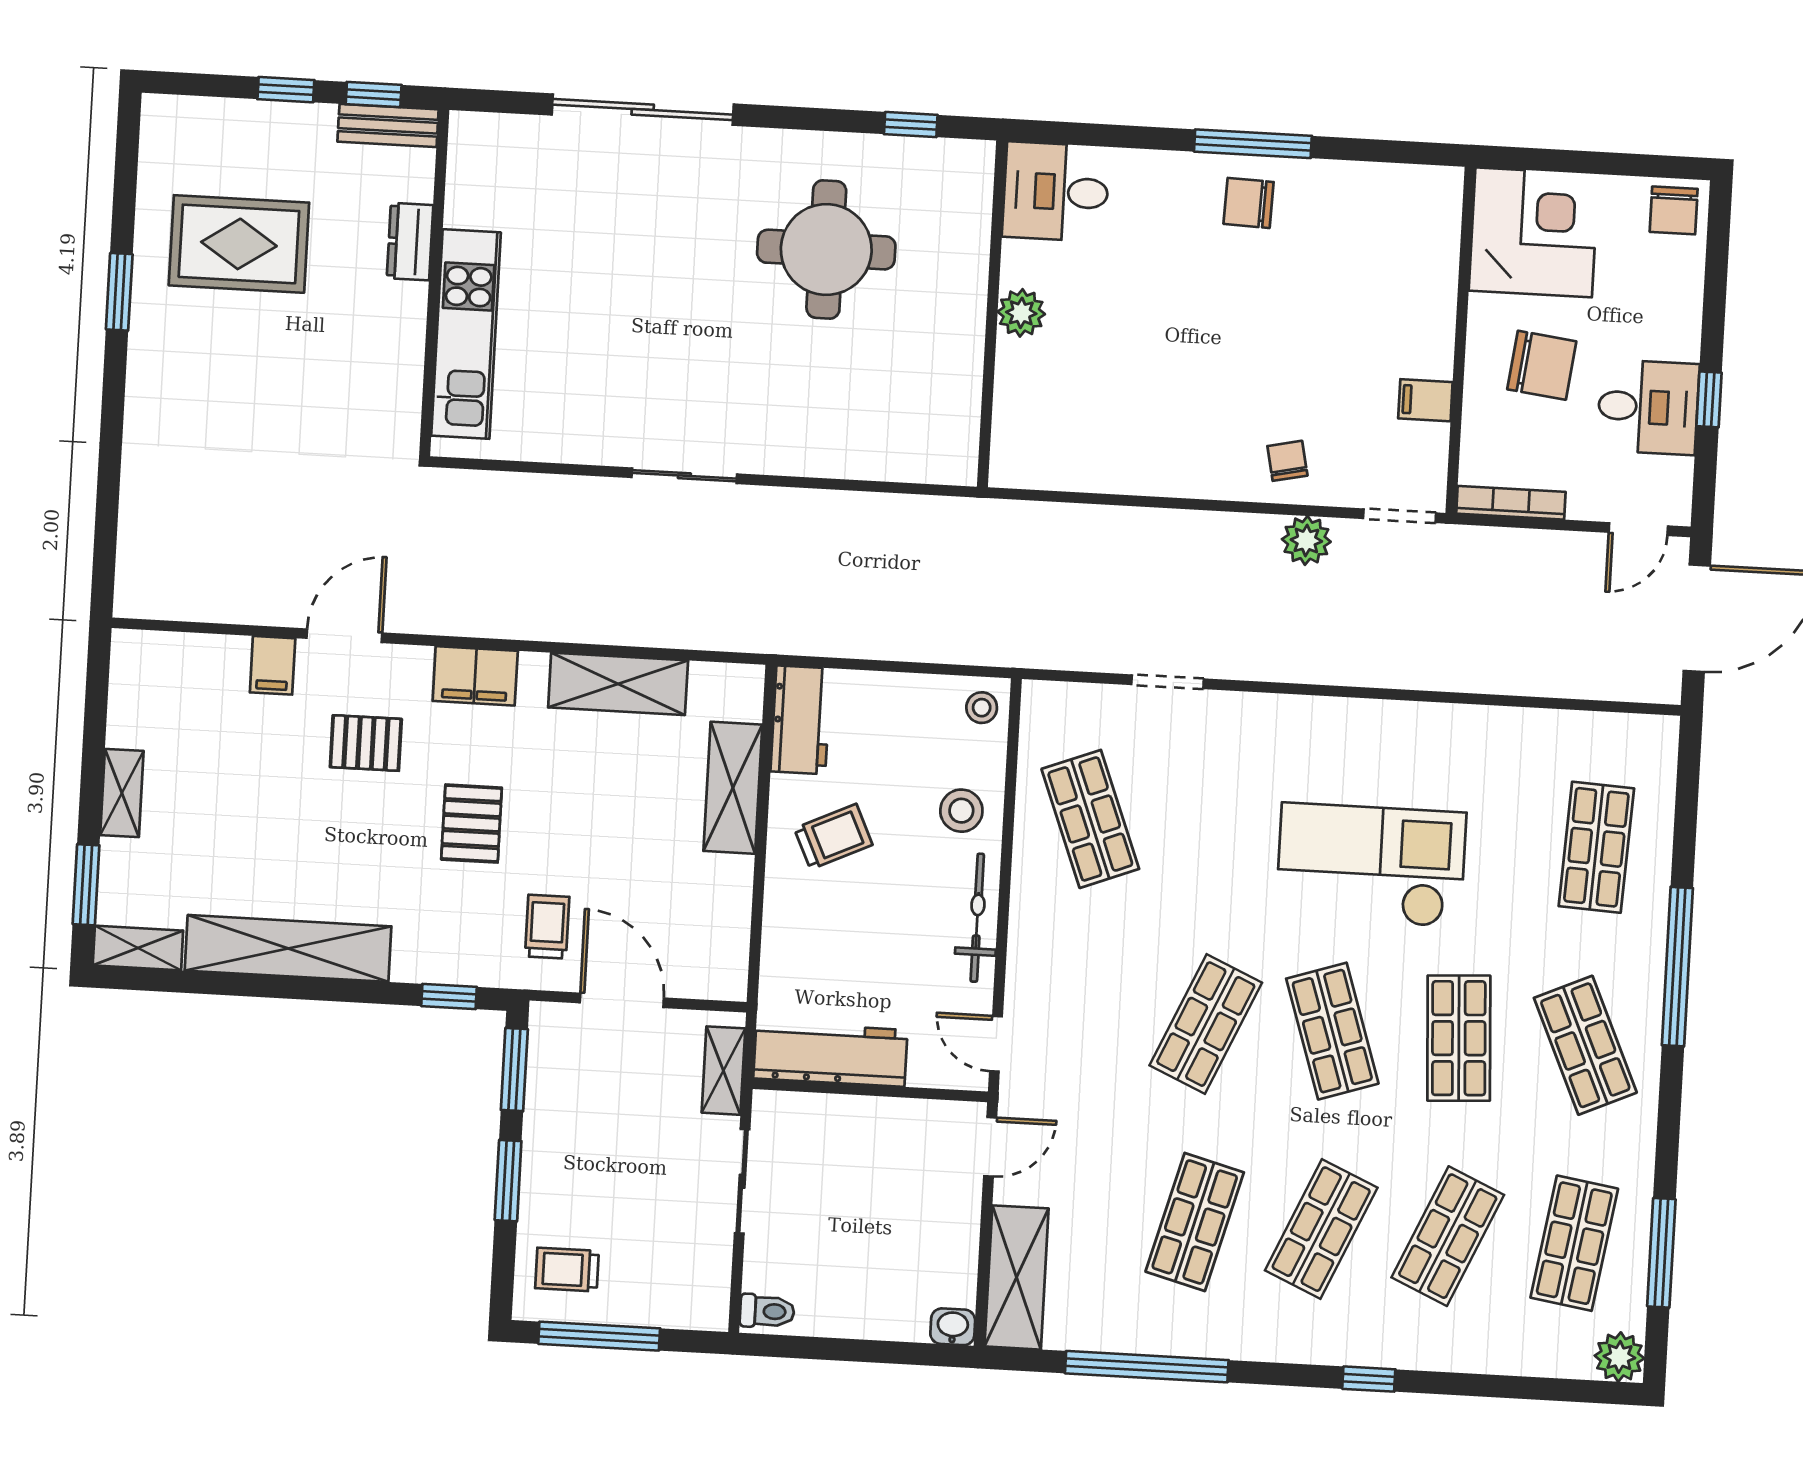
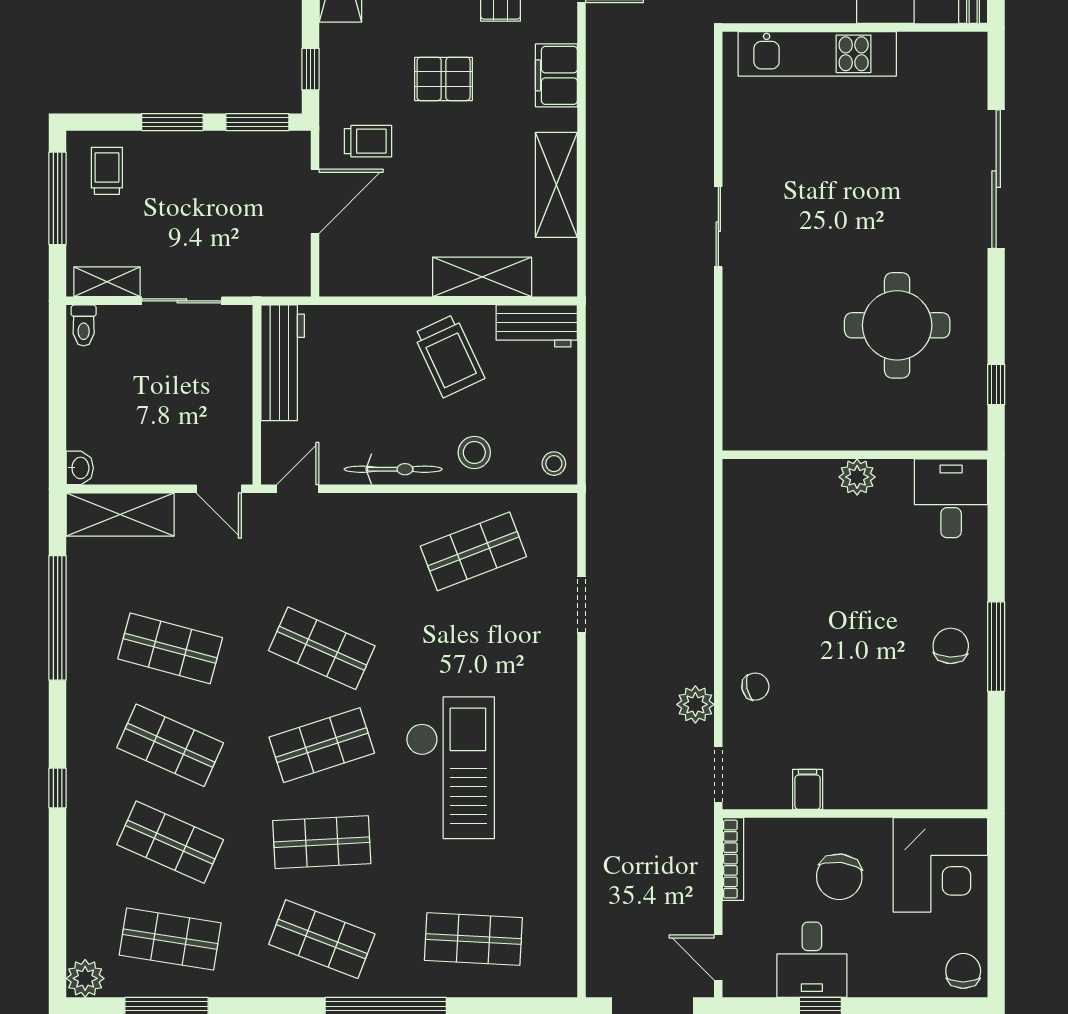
chair: (1674, 210) -> (963, 971), turned 90
trolley: (833, 837) -> (449, 356), width x1.36, depth x1.39
shop shelf: (1585, 1045) -> (322, 939), turned 45
shelving: (723, 1071) -> (107, 282), moved

